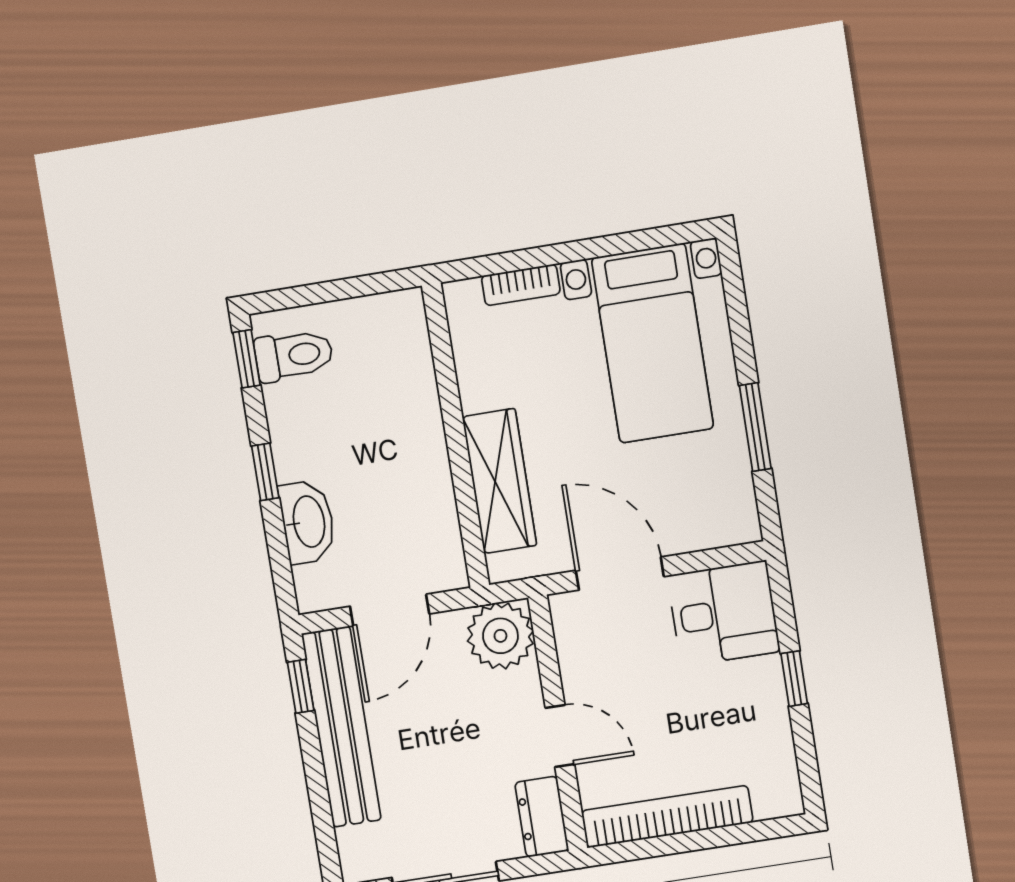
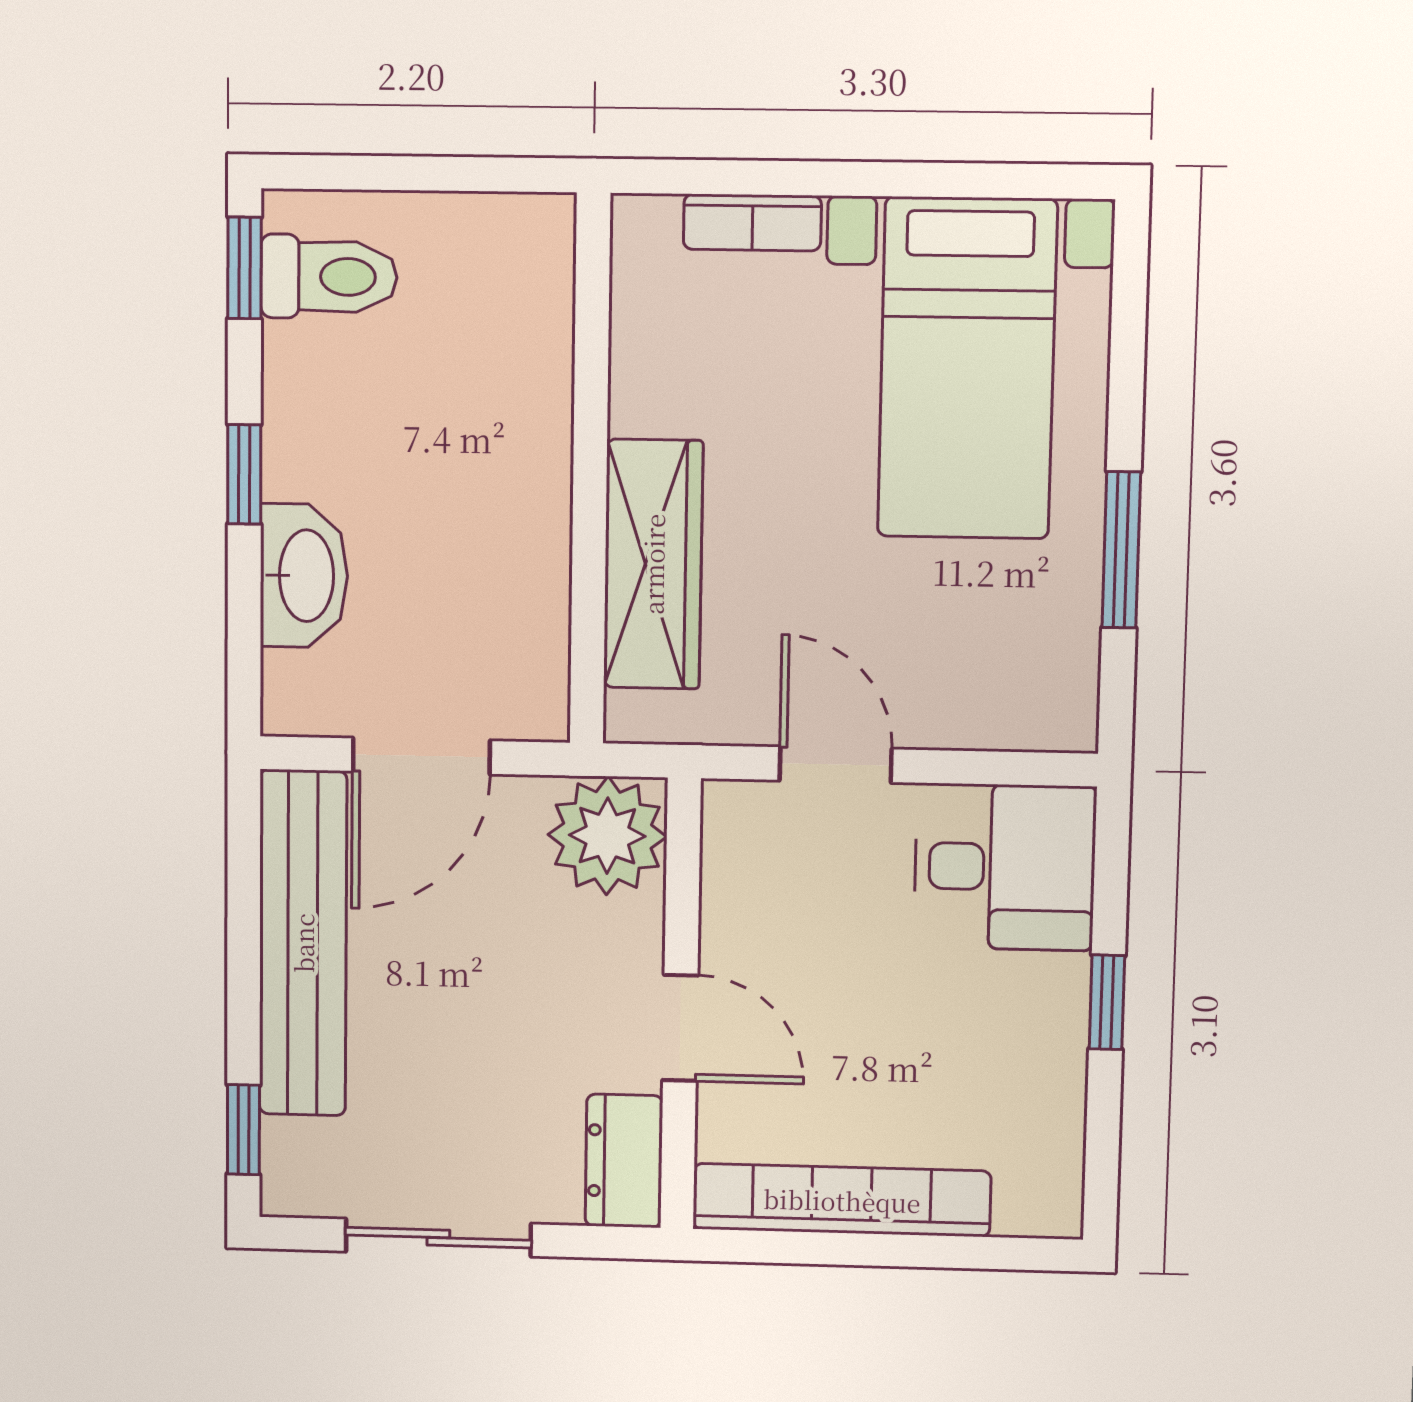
door: (620, 574) -> (836, 765), width x0.73
window: (301, 686) -> (243, 1130), moved

